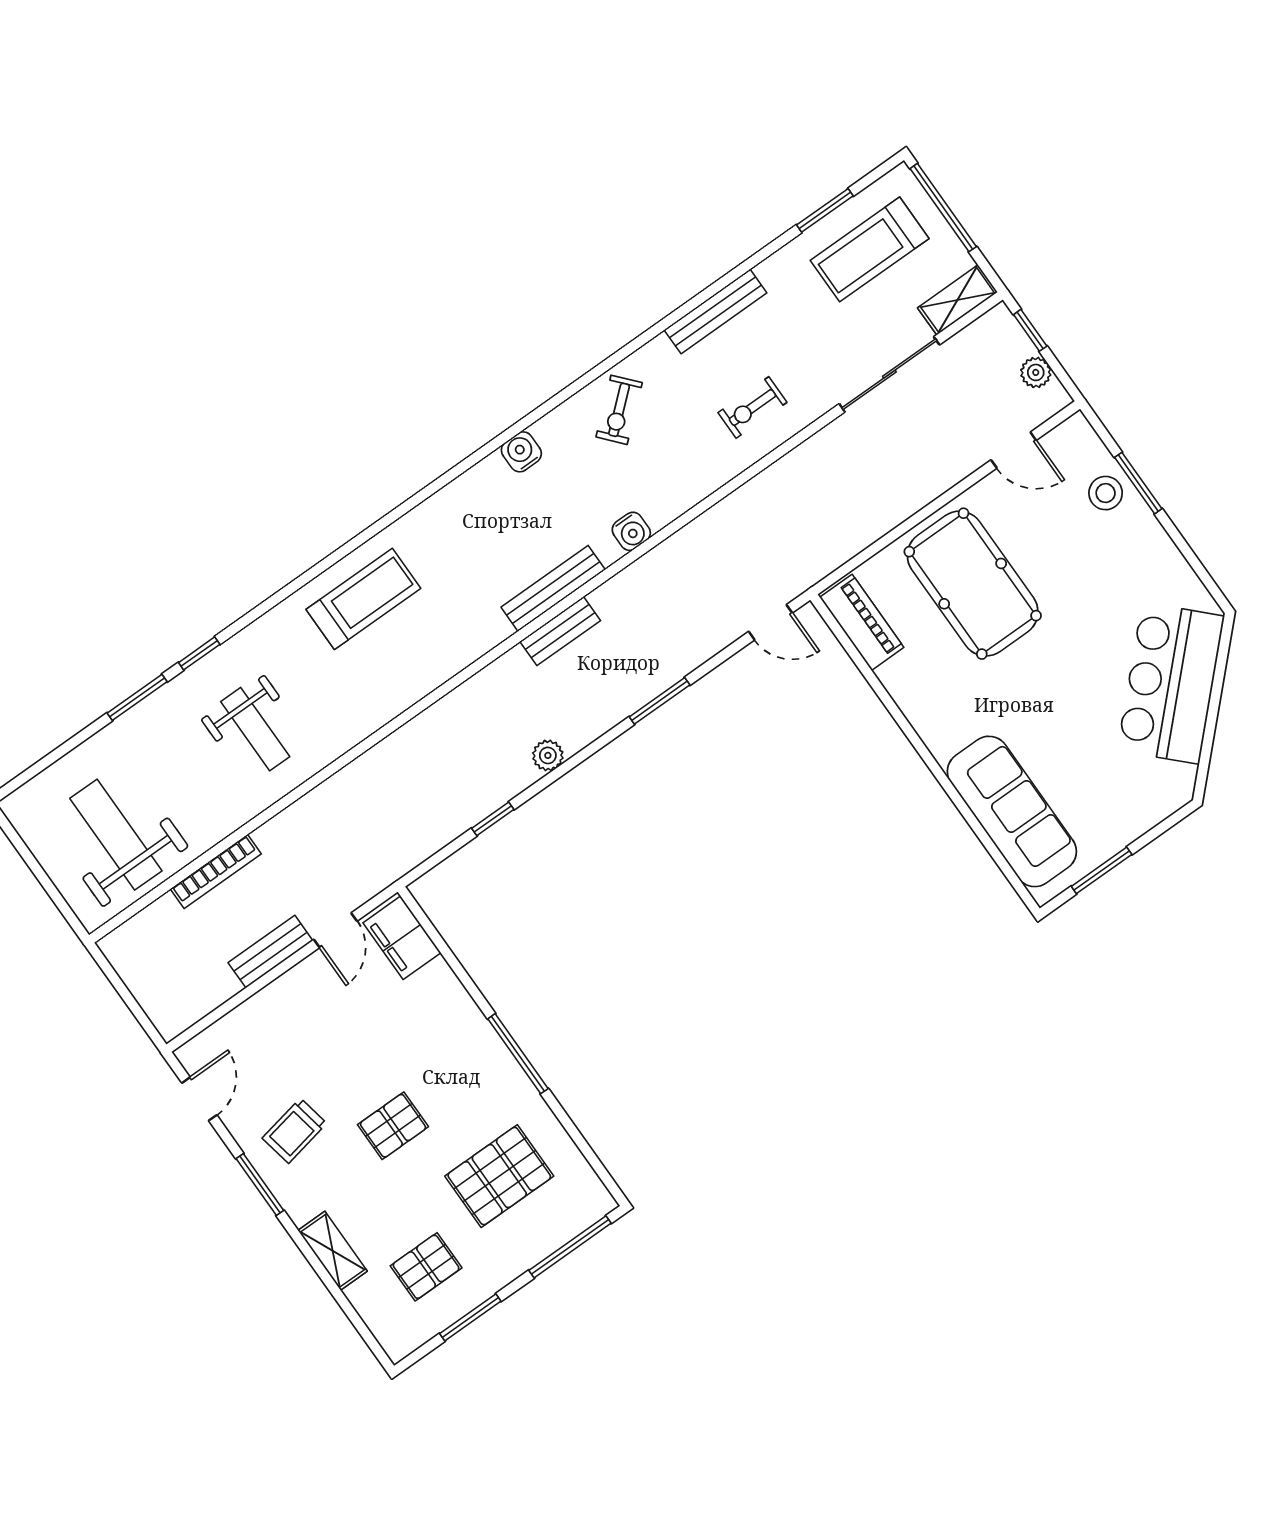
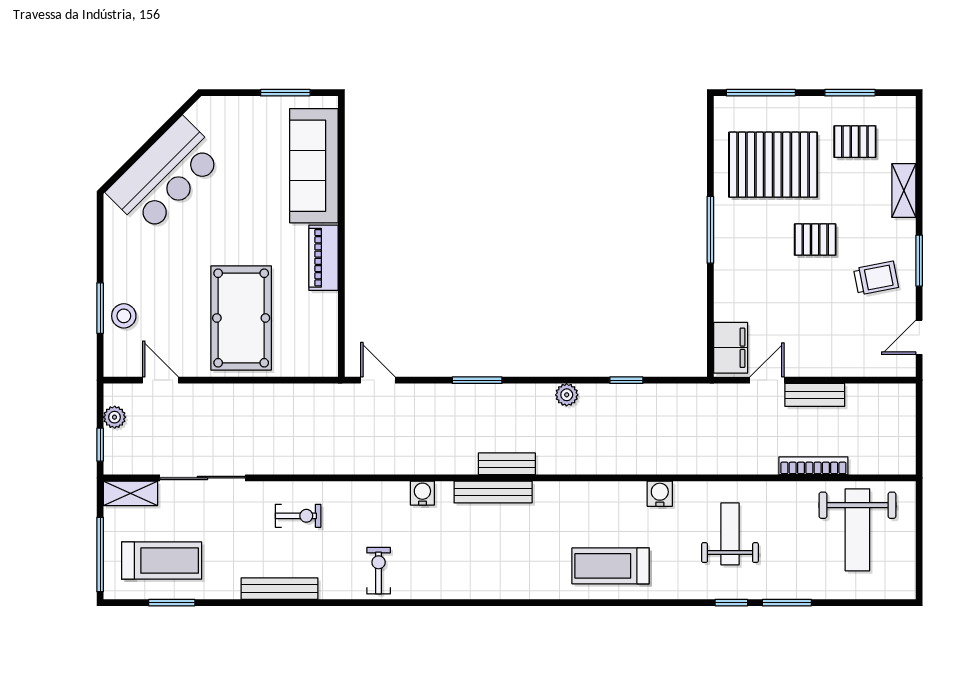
exercise bike: (619, 410) -> (379, 571), turned -49
water cooler: (521, 452) -> (660, 494), moved, turned 180
piano: (862, 622) -> (324, 258), moved
pallet: (499, 1176) -> (773, 165), width x1.37, depth x1.41

